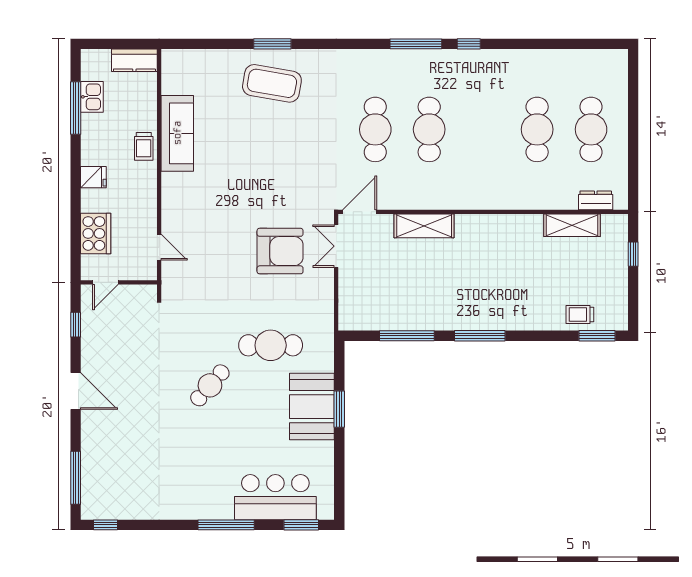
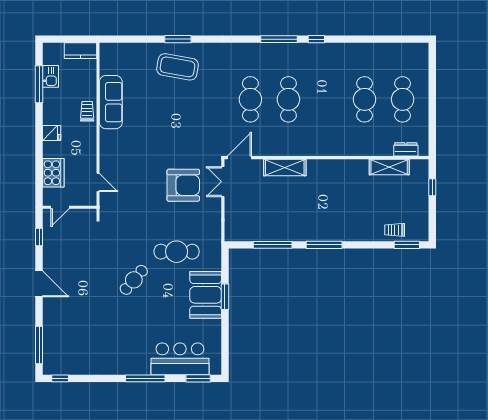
trolley: (144, 146) -> (87, 111), turned 180

